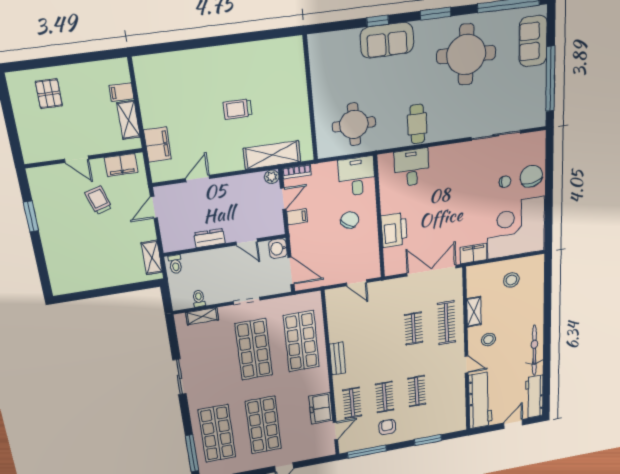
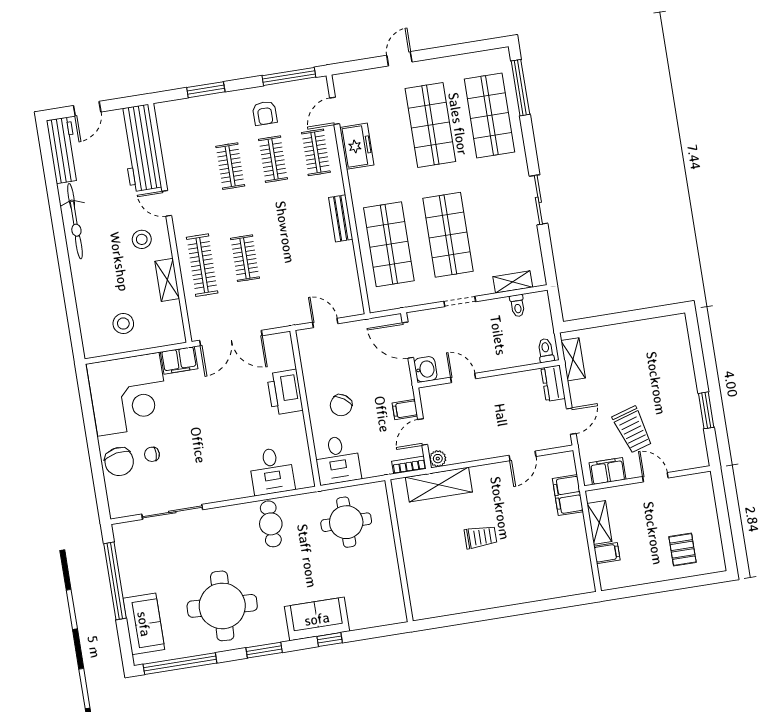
trolley: (99, 200) -> (632, 430), width x1.36, depth x1.39
dresser: (209, 238) -> (553, 383), moved, turned 90

